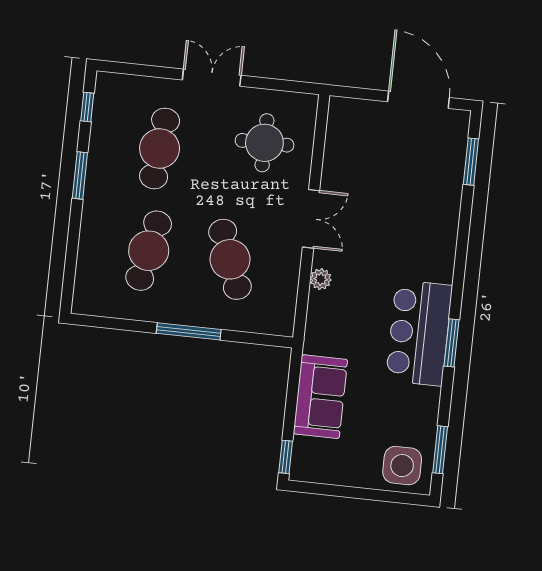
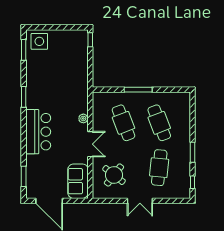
round table: (264, 143) -> (114, 175), turned 38
double door: (311, 219) -> (90, 144), swing flipped
cafe table: (149, 251) -> (159, 123), turned -33
bar counter: (419, 333) -> (38, 132), moved
sofa: (320, 397) -> (78, 181), moved

